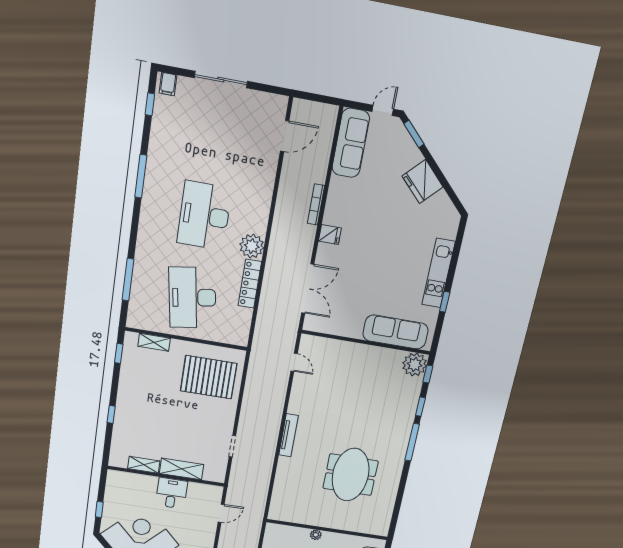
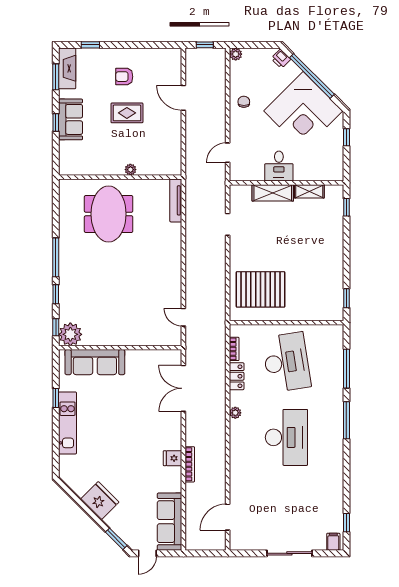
window: (141, 176) -> (346, 420), moved
fridge: (330, 235) -> (173, 458), moved
plant: (252, 246) -> (235, 413), width x0.53, depth x0.53
locker: (250, 284) -> (237, 376), width x0.66
bookcase: (246, 321) -> (234, 349), added
shelving: (154, 342) -> (315, 314), removed
window: (111, 414) -> (346, 207), moved
tv unit: (289, 435) -> (176, 200), moved
wall: (327, 530) -> (120, 177), moved
plant: (316, 535) -> (130, 170), moved

